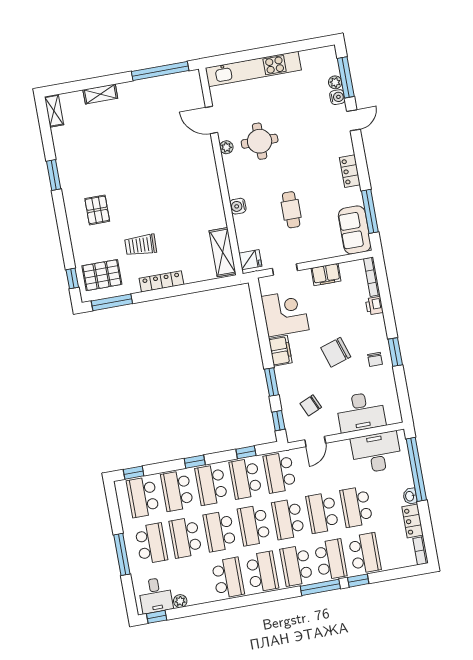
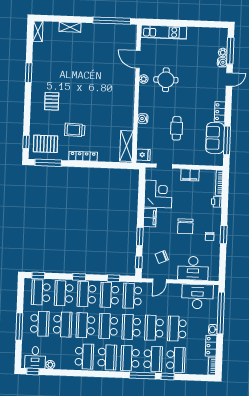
kitchen unit: (253, 69) -> (164, 32), width x0.73
sofa: (355, 230) -> (215, 138), moved
chair: (336, 352) -> (185, 226), turned -72
school desk: (185, 537) -> (63, 324), turned 180

